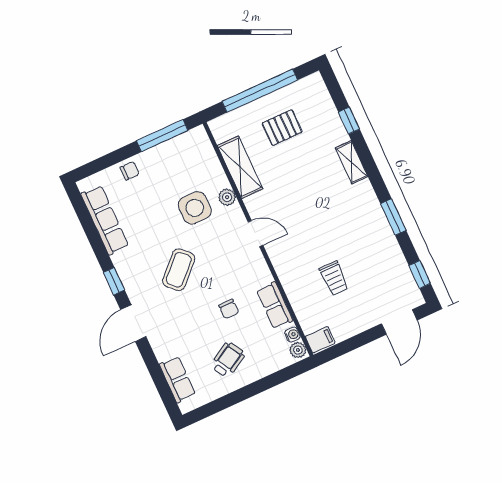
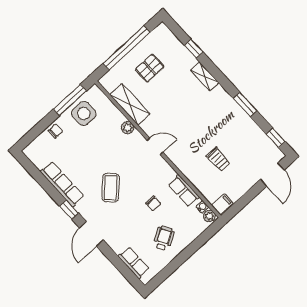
side table: (195, 208) -> (84, 113), moved
row of seats: (105, 220) -> (62, 184), moved

